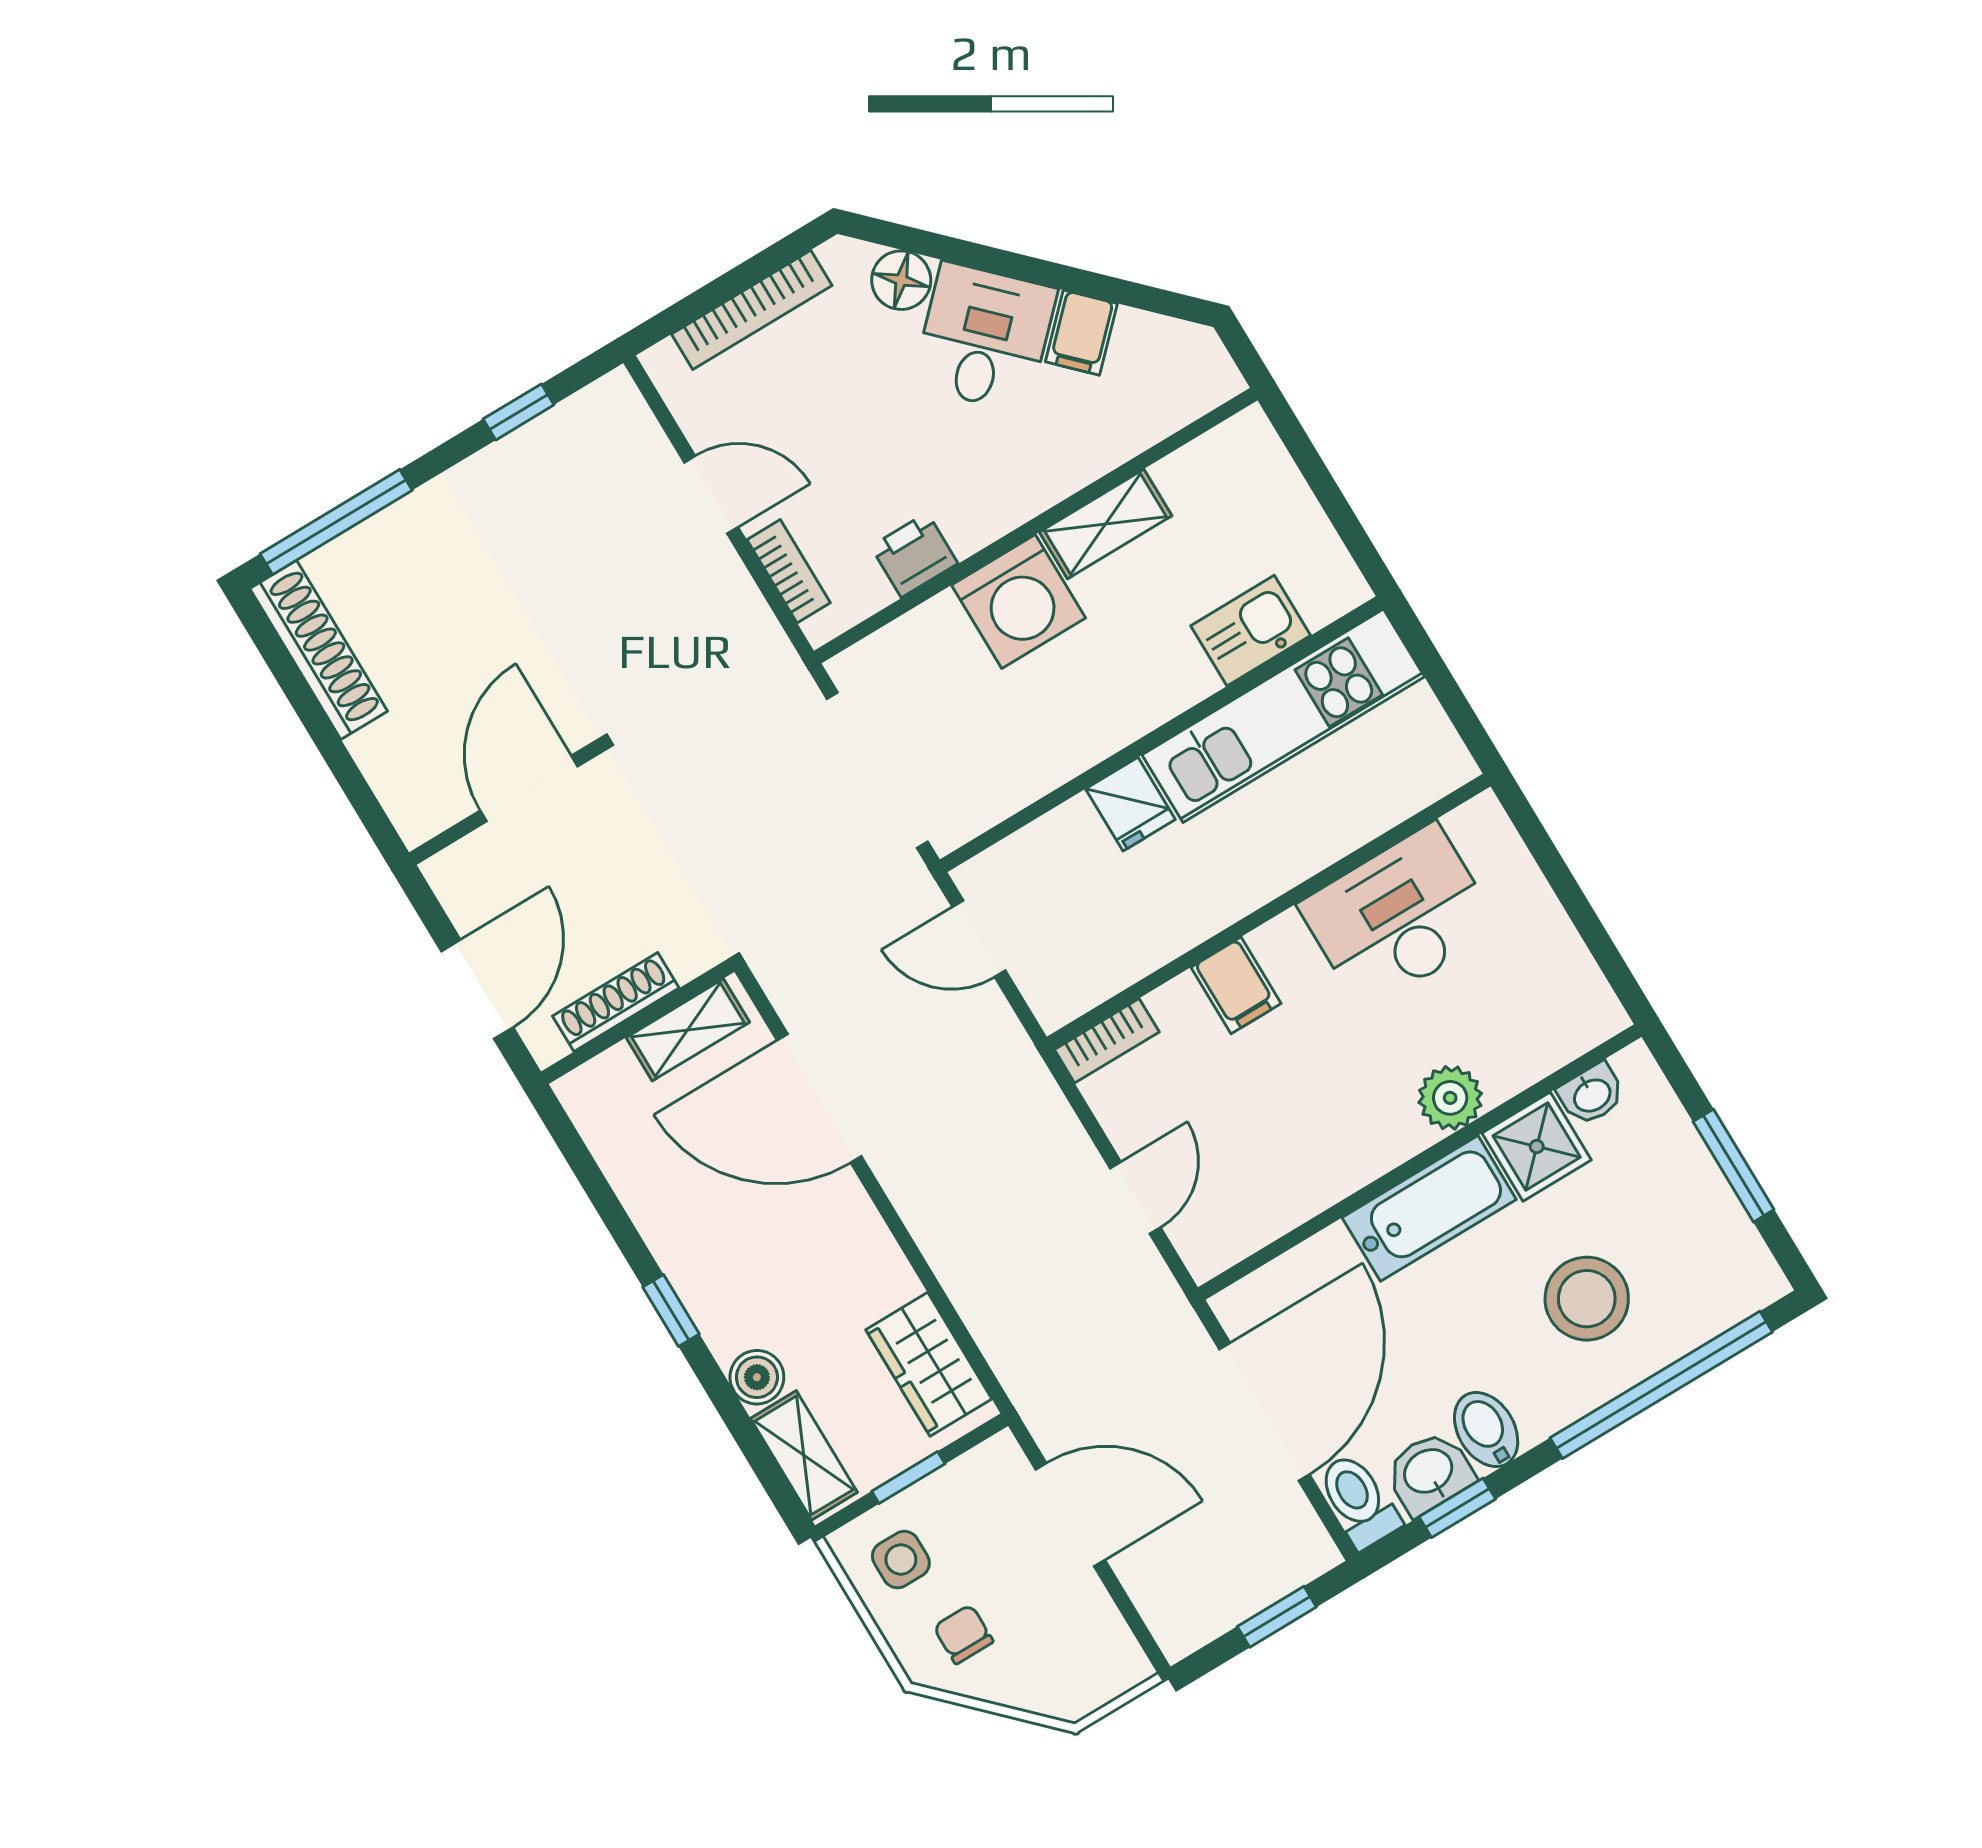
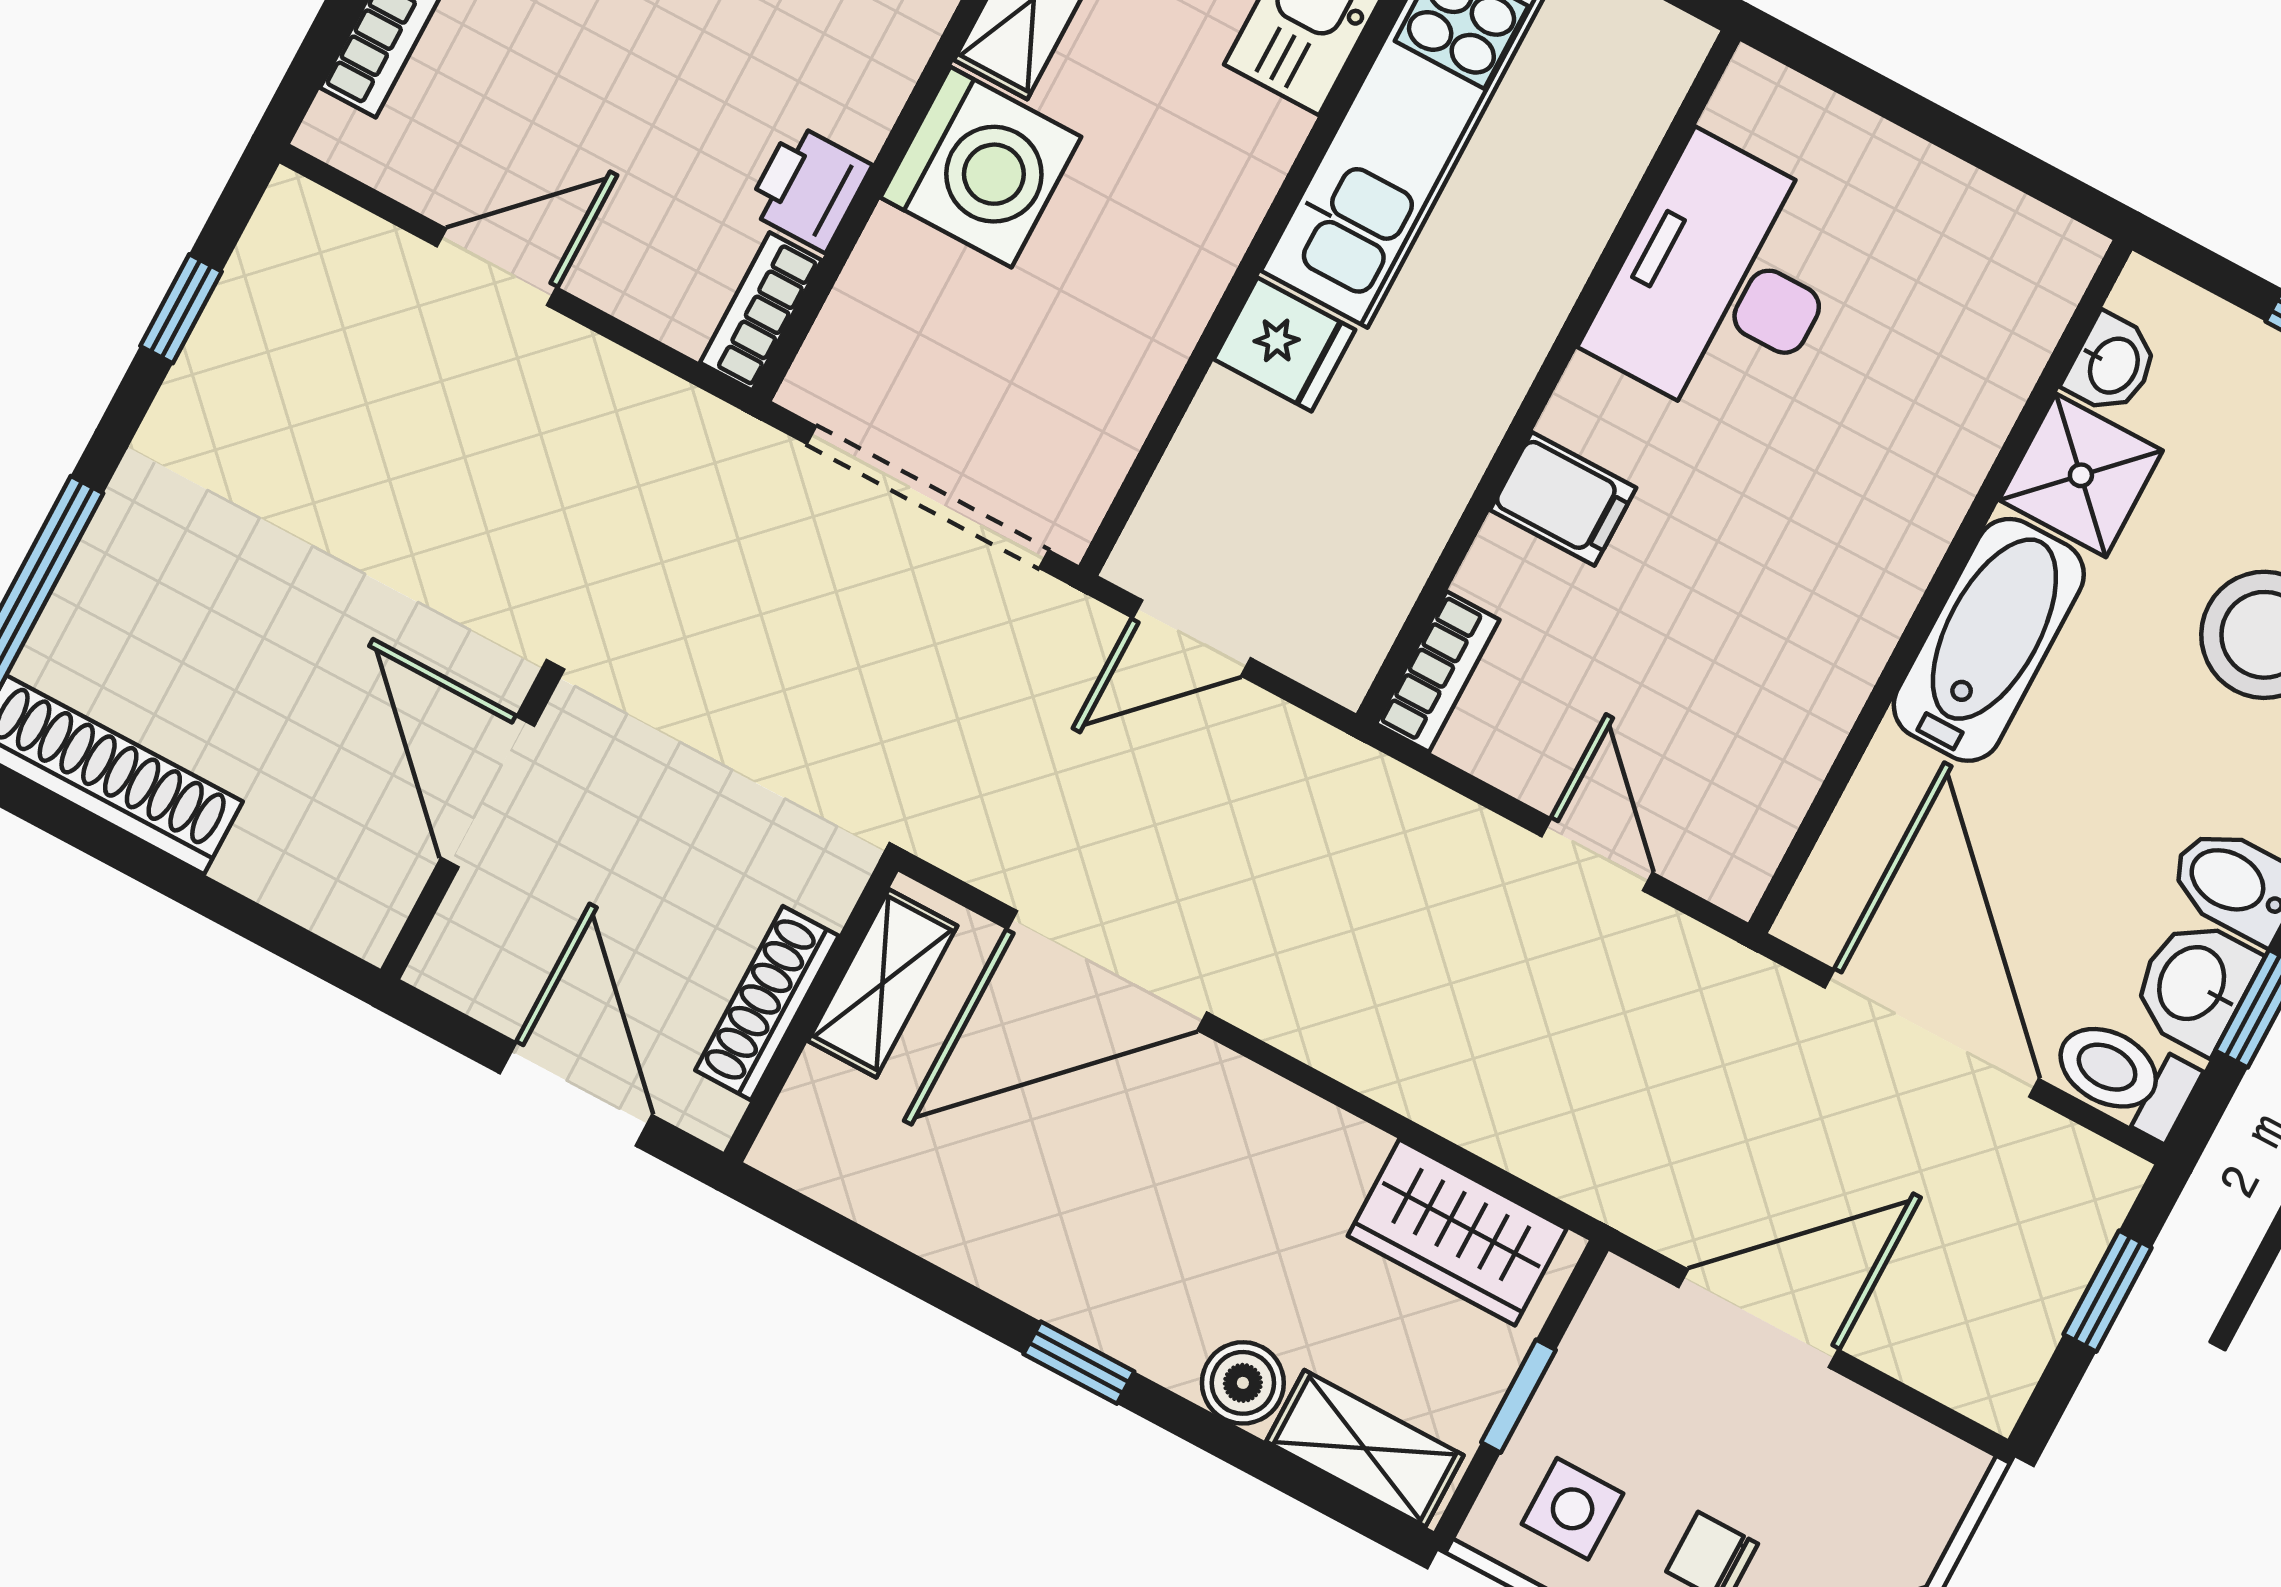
bookcase: (789, 571) -> (761, 311), moved, turned -90
plant: (1450, 1098) -> (1930, 479), removed

